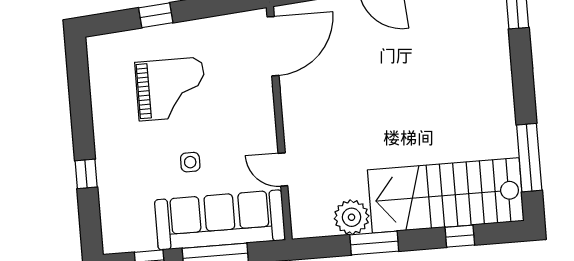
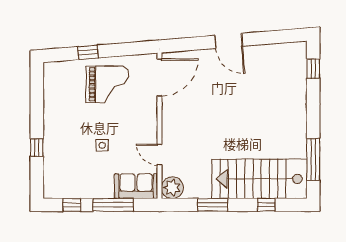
grand piano: (171, 89) -> (107, 84), moved
plant: (352, 217) -> (172, 188), moved
sofa: (220, 220) -> (136, 186), width x0.54, depth x0.79

